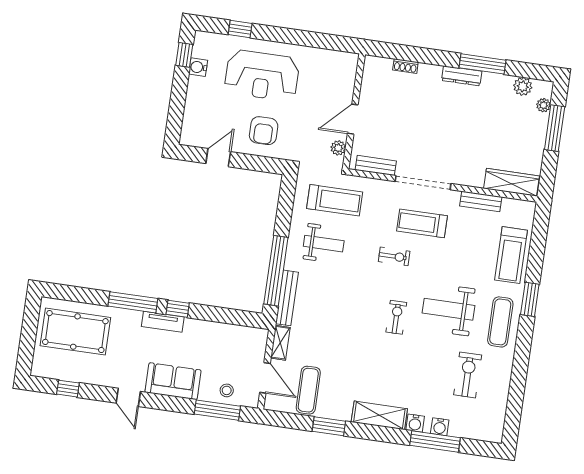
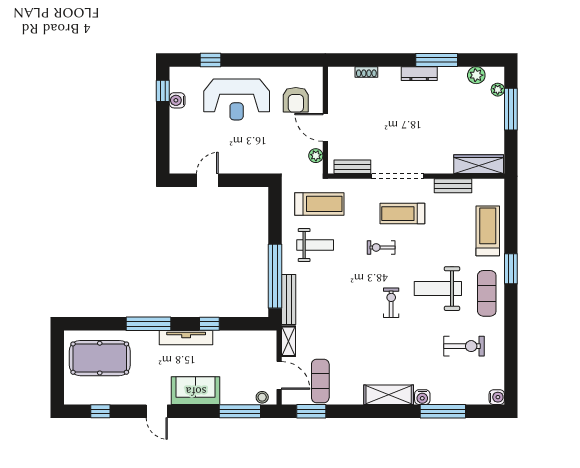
door: (353, 119) -> (325, 127), hinge flipped
armchair: (264, 131) -> (296, 100), moved
treadmill: (511, 255) -> (488, 231), turned 180
exercise bike: (394, 256) -> (381, 247), turned 180
window: (178, 309) -> (209, 324), moved
tv unit: (163, 322) -> (186, 338), width x1.41
exercise bike: (468, 375) -> (464, 346), turned 90
stool: (227, 390) -> (262, 397), moved
window: (329, 426) -> (311, 411), moved
water cooler: (440, 427) -> (497, 397), moved, turned -90

